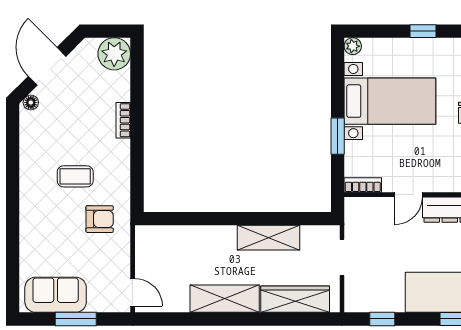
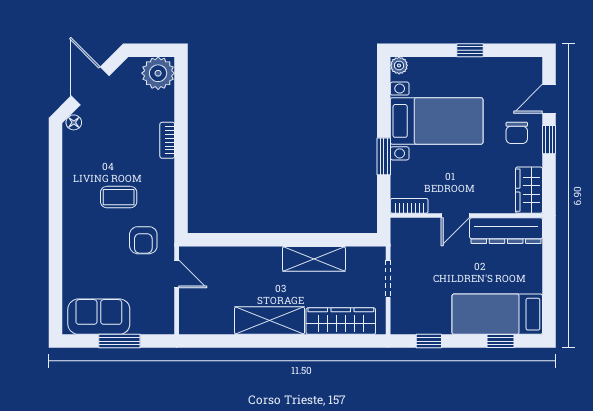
armchair: (100, 219) -> (143, 240), turned 90
door: (133, 292) -> (177, 274), moved

